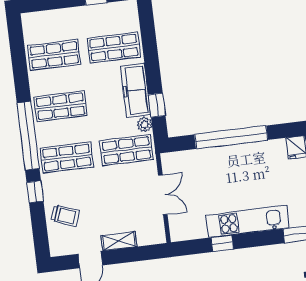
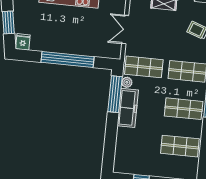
shop shelf: (114, 48) -> (136, 142), removed
window: (157, 105) -> (115, 94), width x2.17

